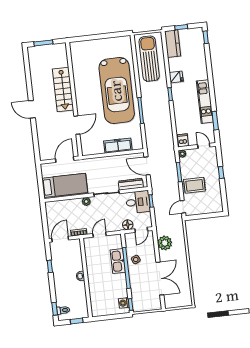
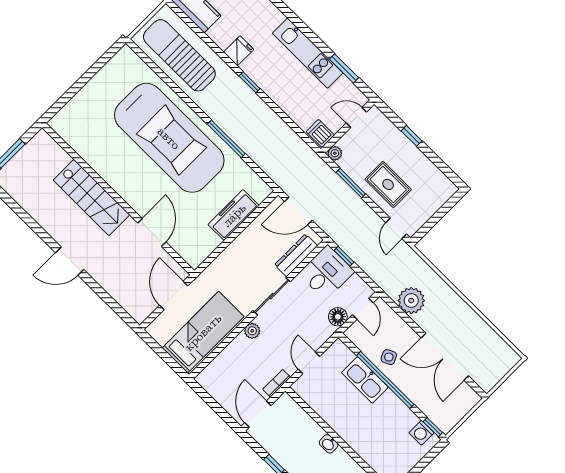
rug: (194, 185) -> (388, 184), turned 90
double door: (160, 279) -> (445, 357), swing flipped

